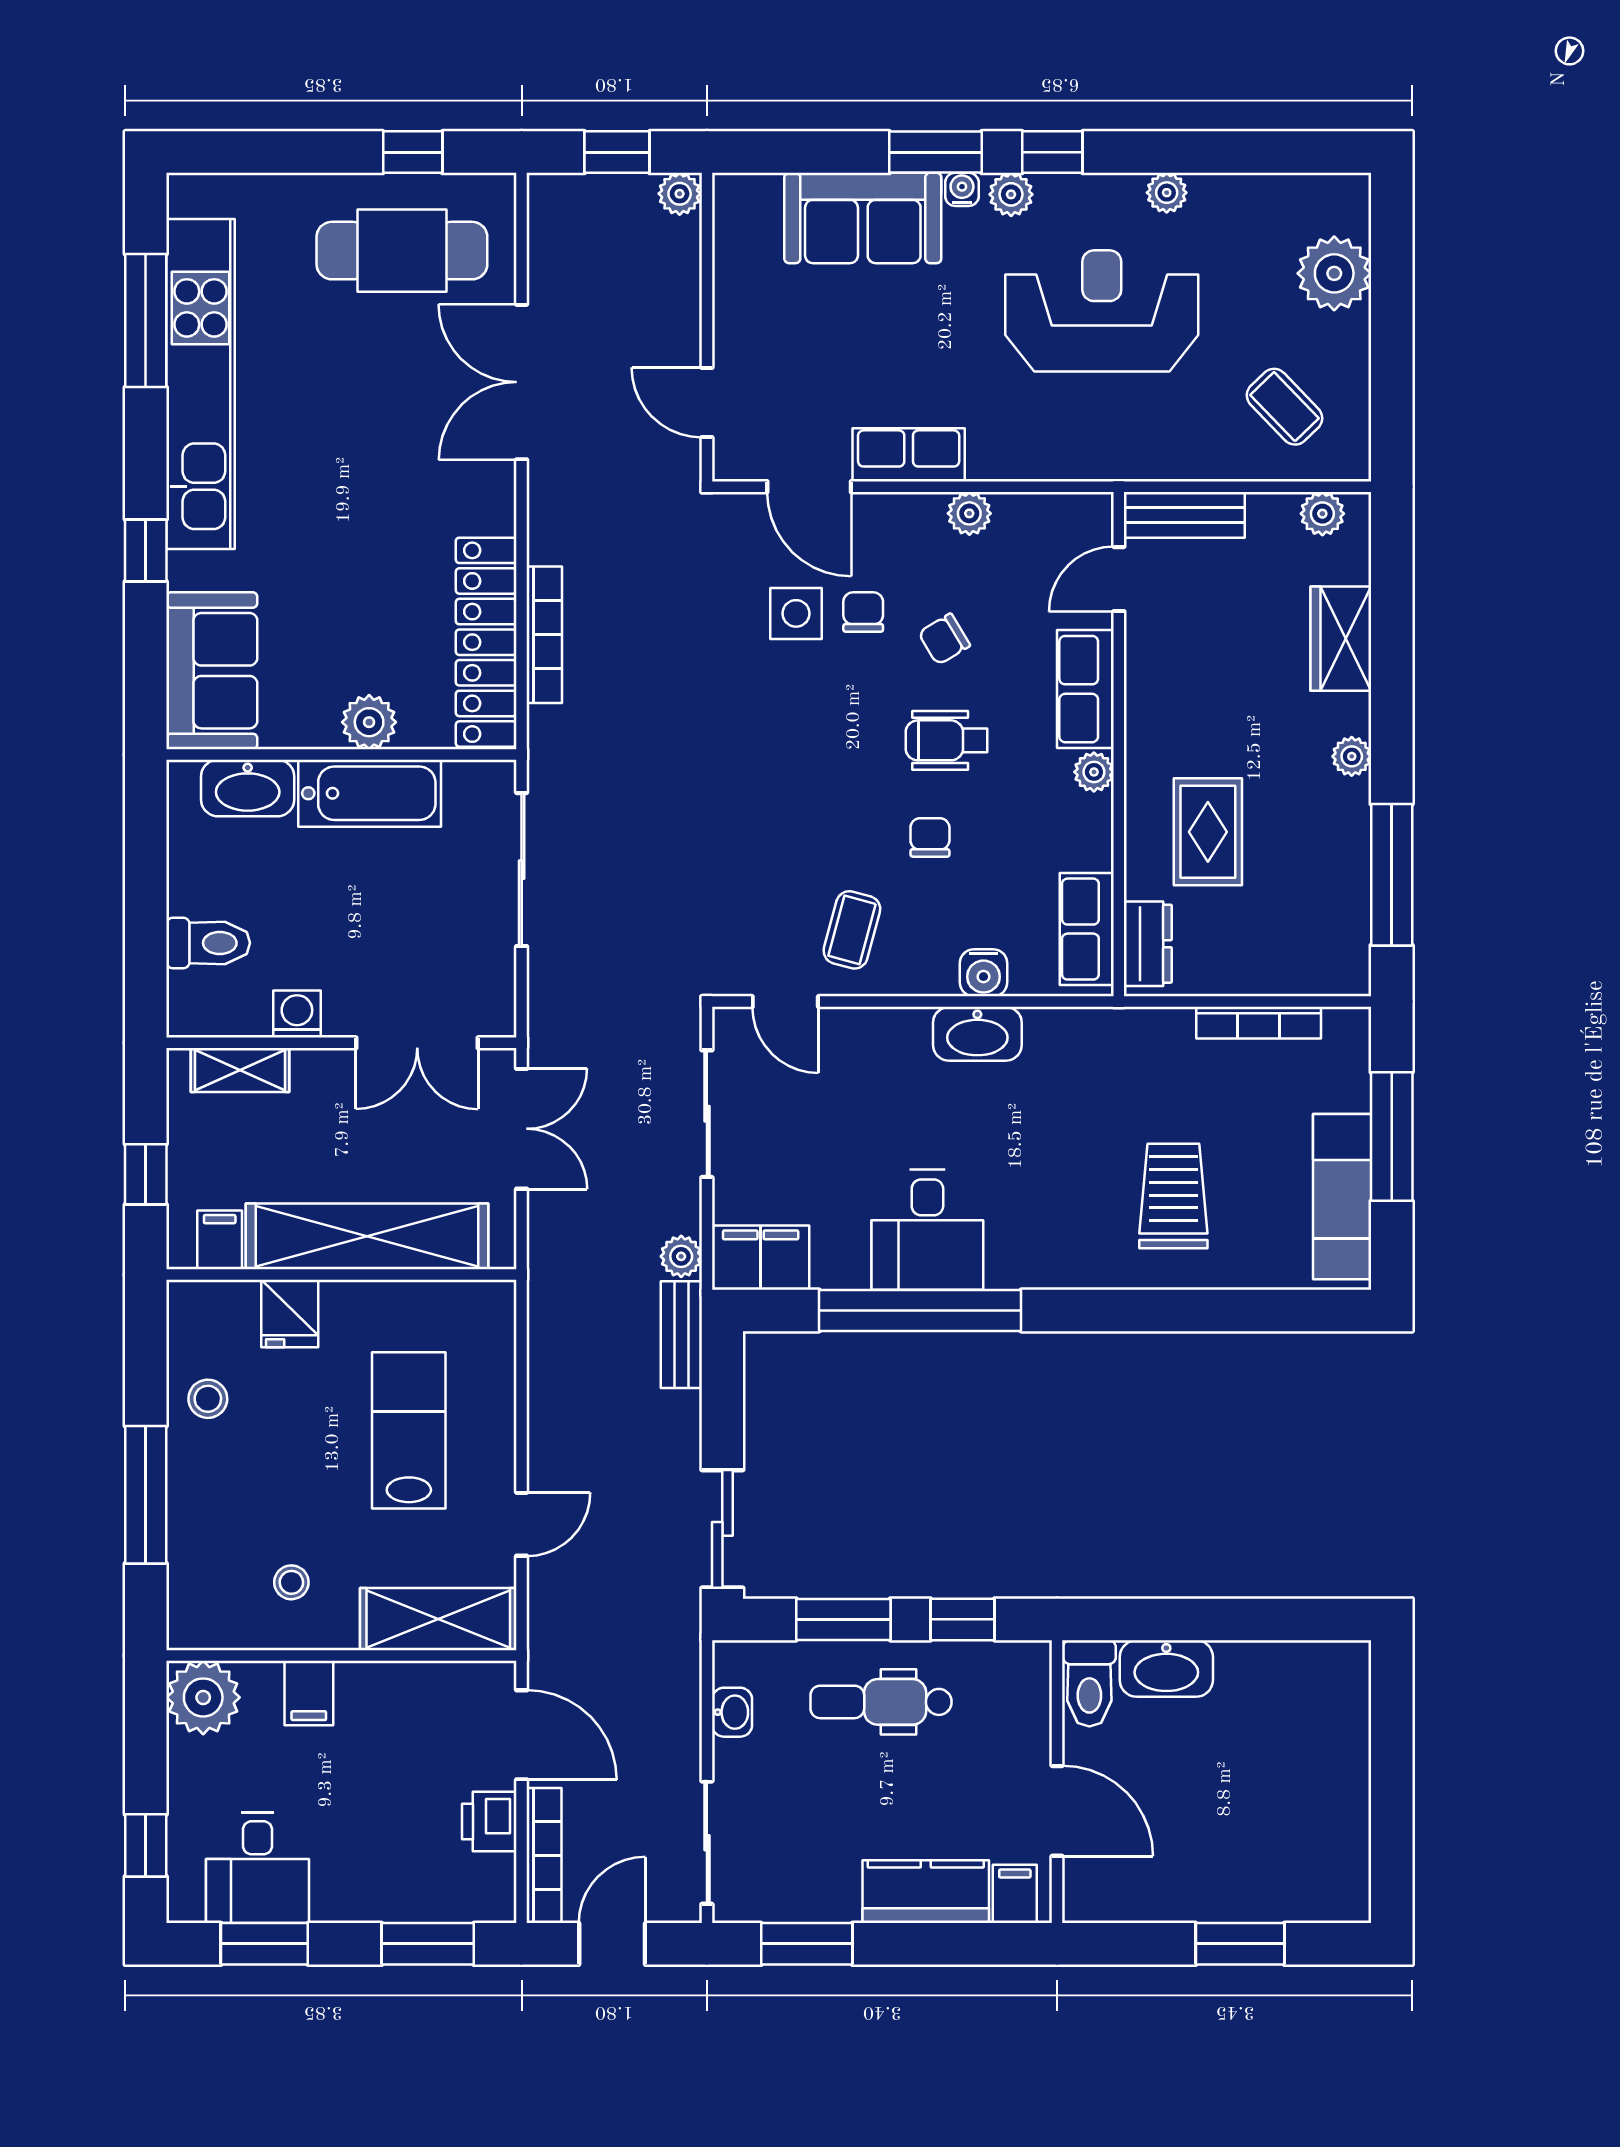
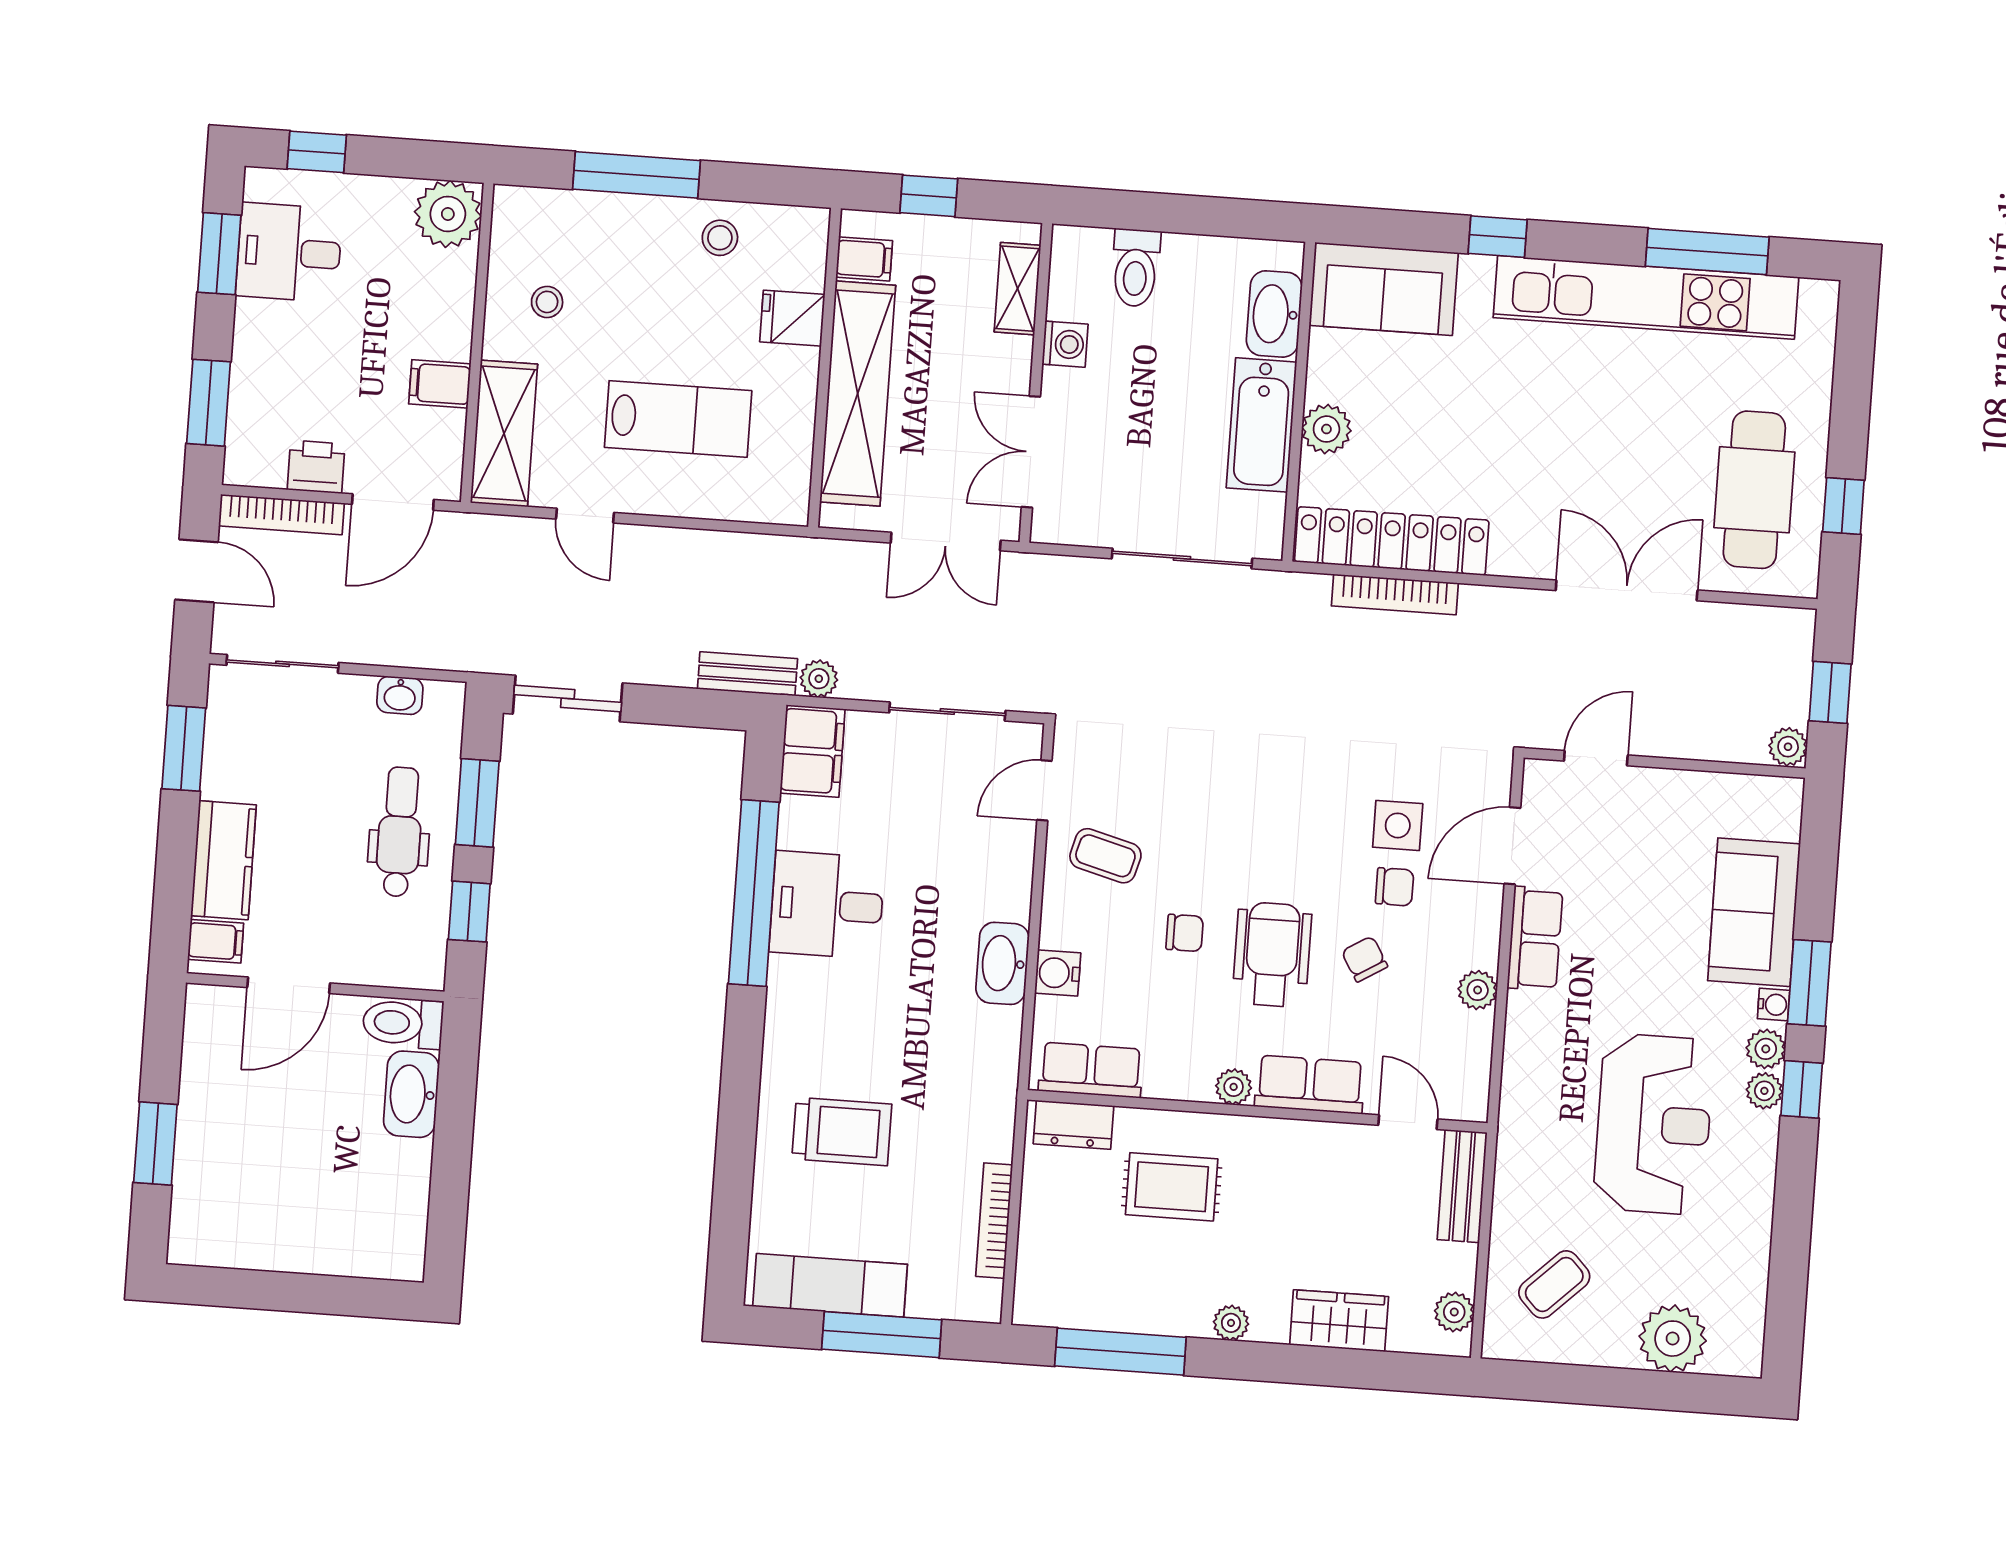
plant: (1167, 193) -> (1764, 1091), moved
wheelchair: (947, 740) -> (1272, 955), width x1.36, depth x1.37
filing cabinet: (309, 1693) -> (440, 384), moved

